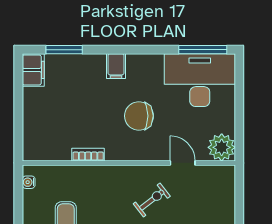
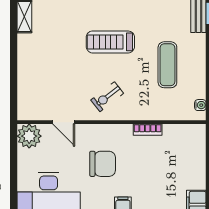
exercise bike: (152, 200) -> (107, 97), moved

